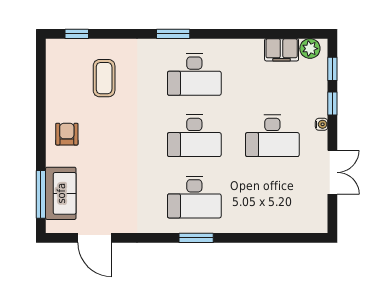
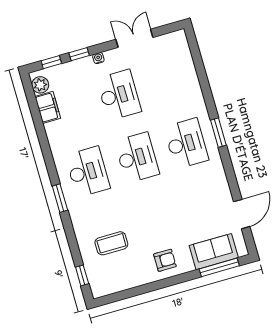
armchair: (67, 134) -> (165, 260), turned 180

